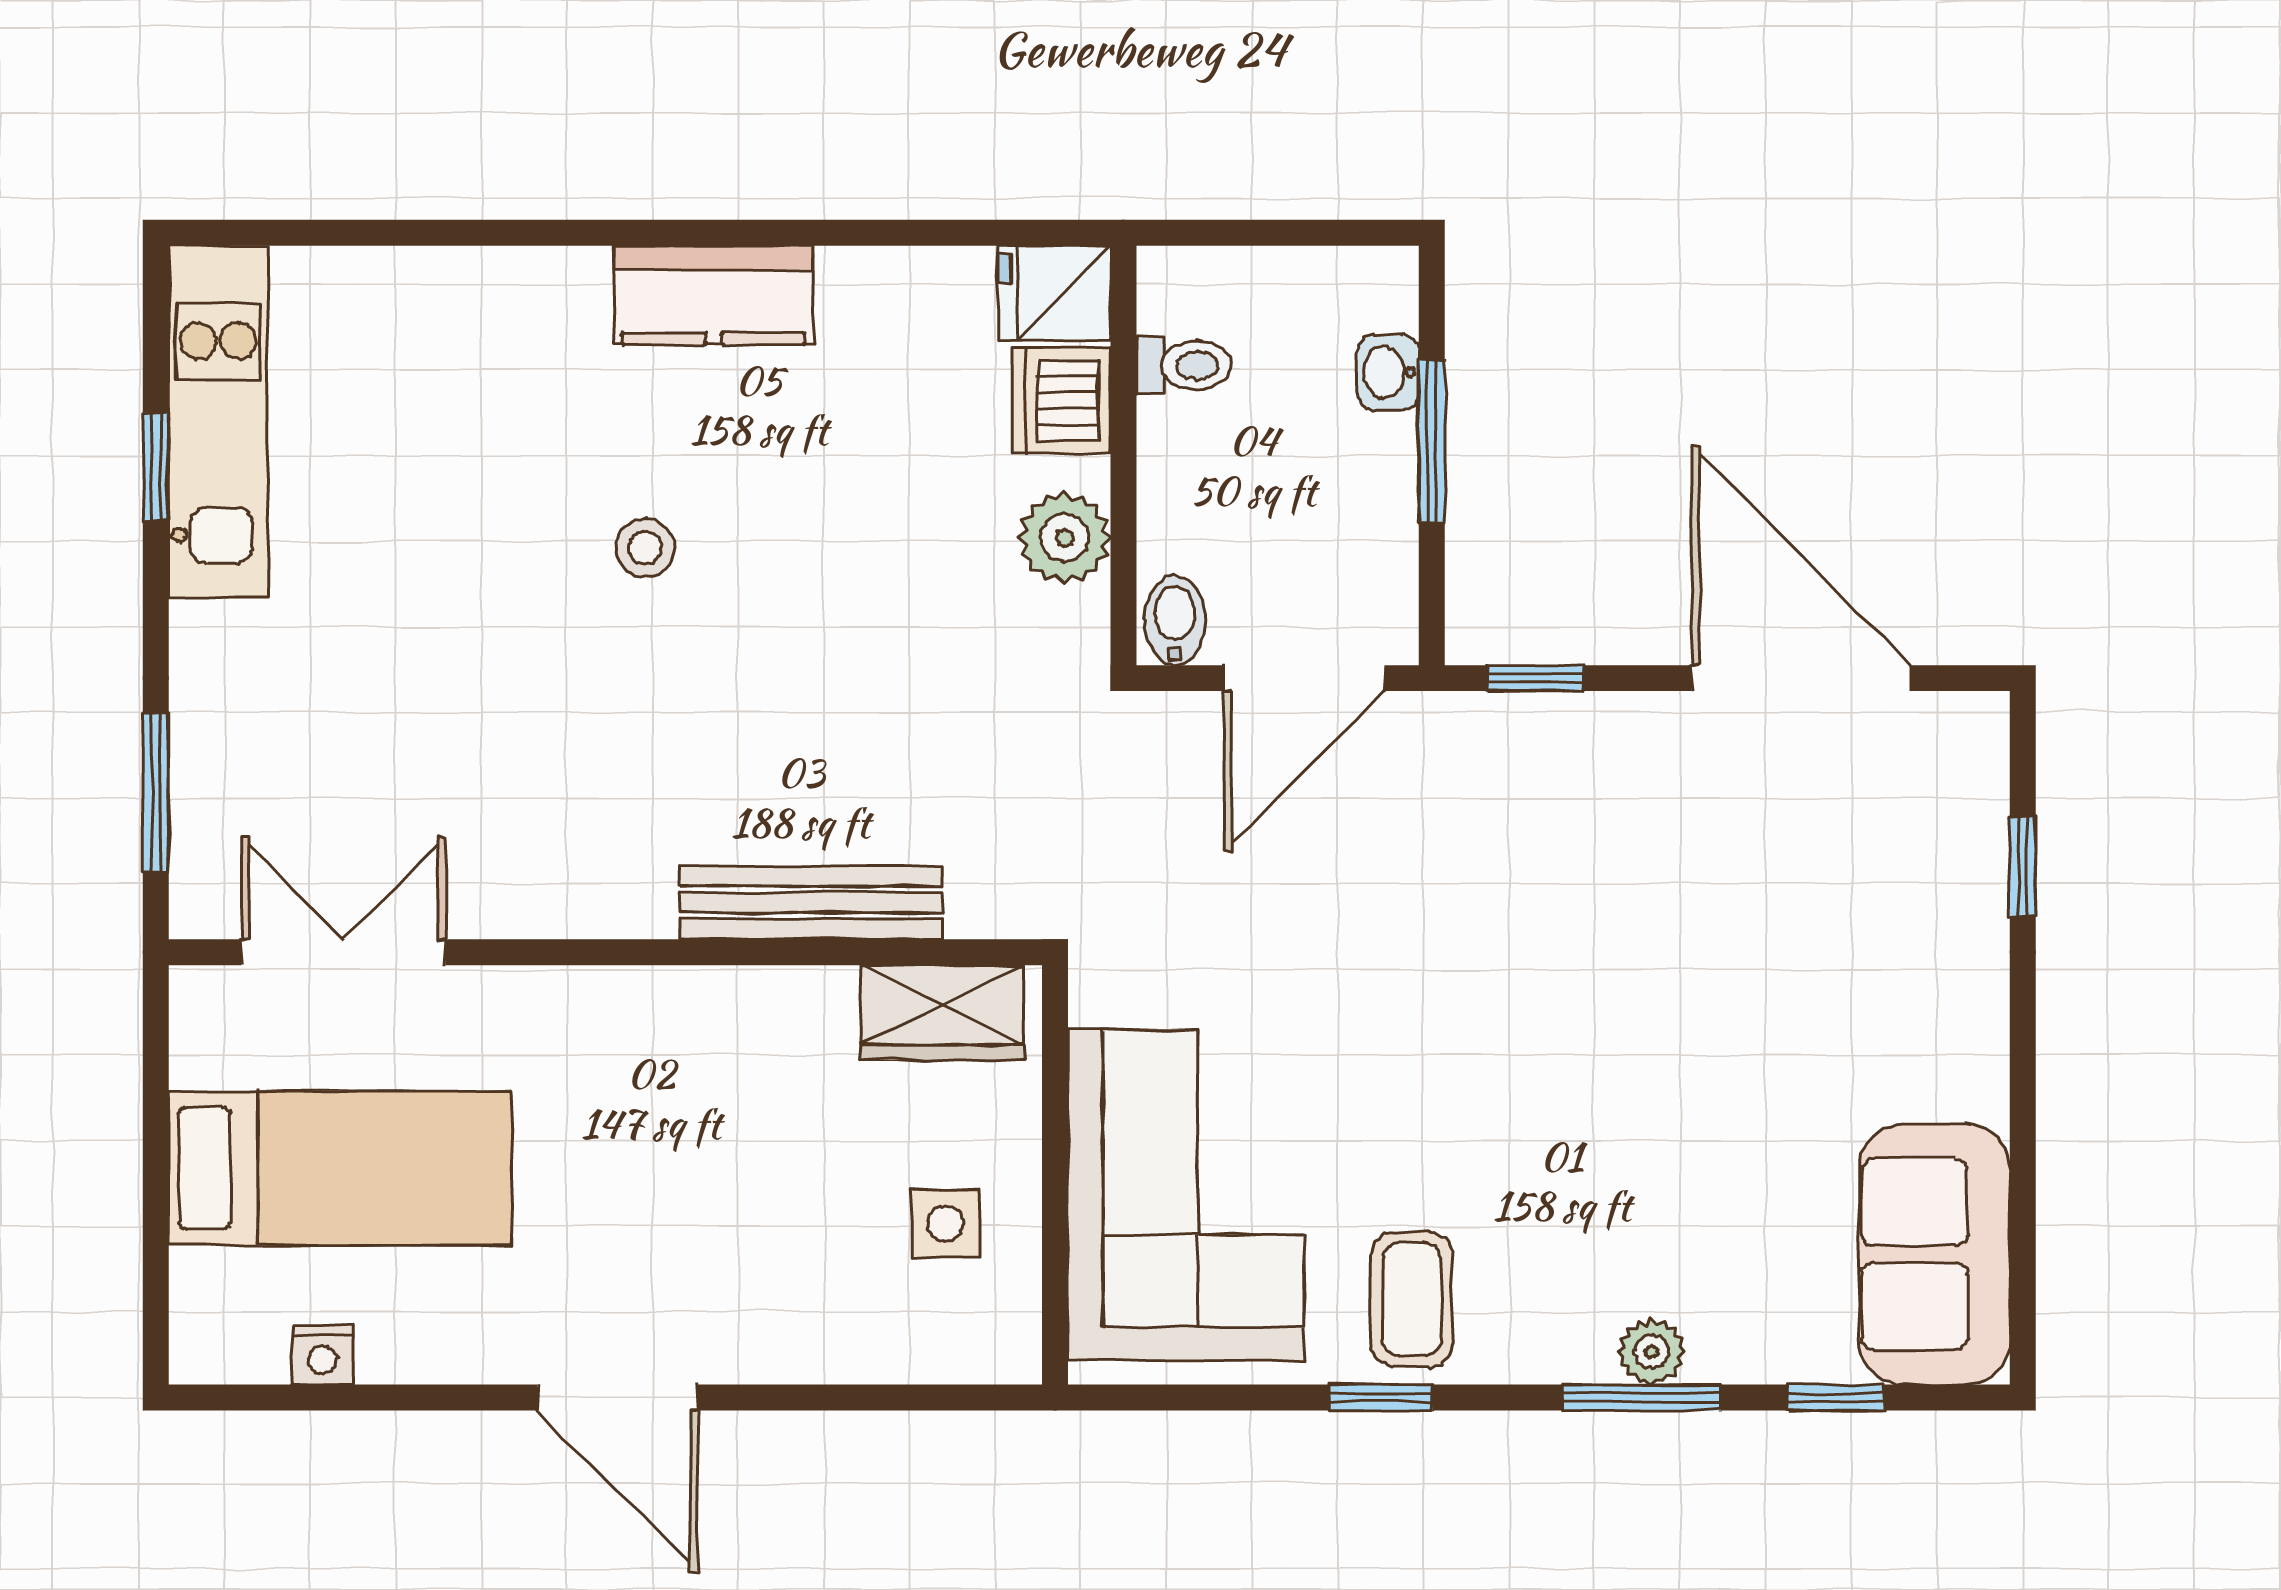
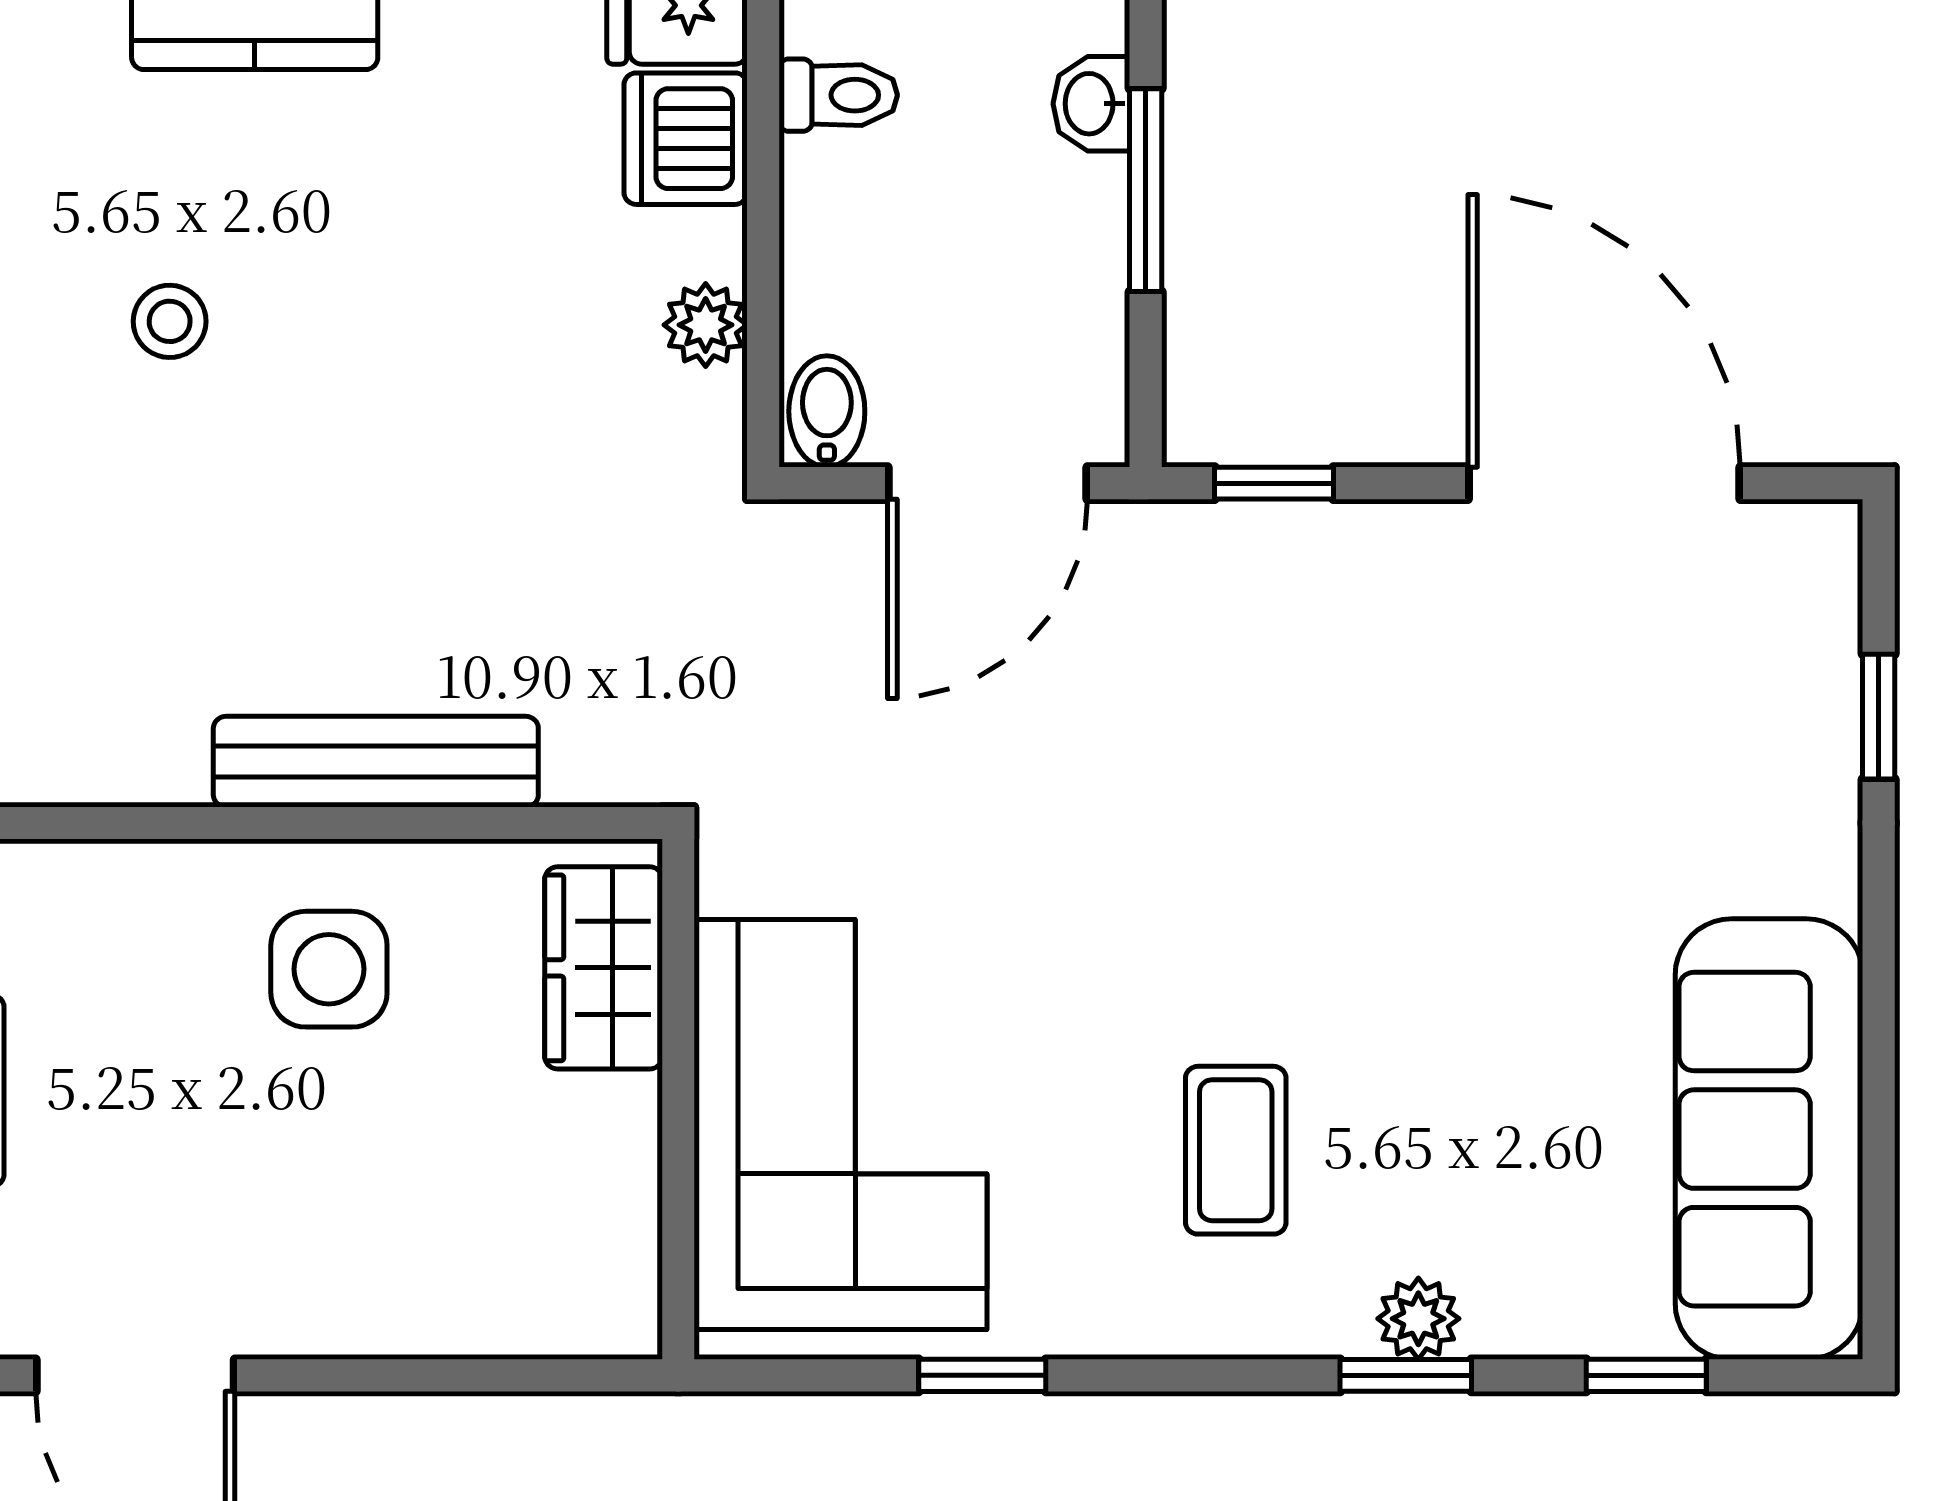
plant: (1064, 538) -> (706, 325), width x0.73, depth x0.73
wardrobe: (942, 1012) -> (604, 968), moved, turned 90
side table: (946, 1223) -> (329, 969), moved, width x1.37, depth x1.37
sofa: (1934, 1254) -> (1769, 1139), width x1.36
coffee table: (1412, 1299) -> (1236, 1150), moved
window: (1381, 1398) -> (982, 1375), moved
window: (1642, 1398) -> (1406, 1375), width x0.67

